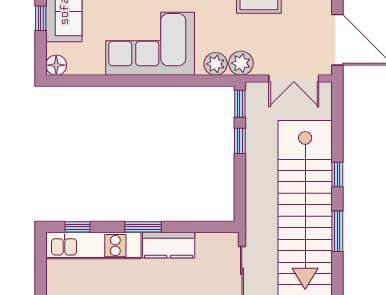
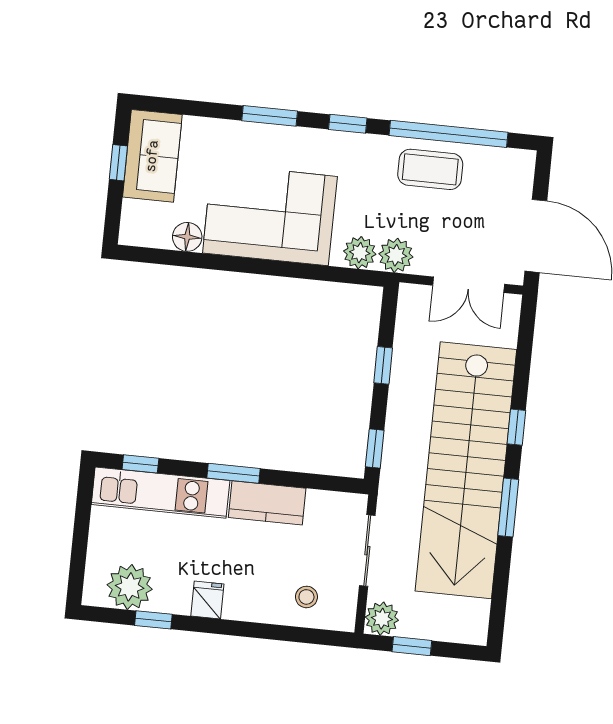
floor lamp: (56, 65) -> (187, 237), moved
window: (240, 104) -> (375, 449), moved

